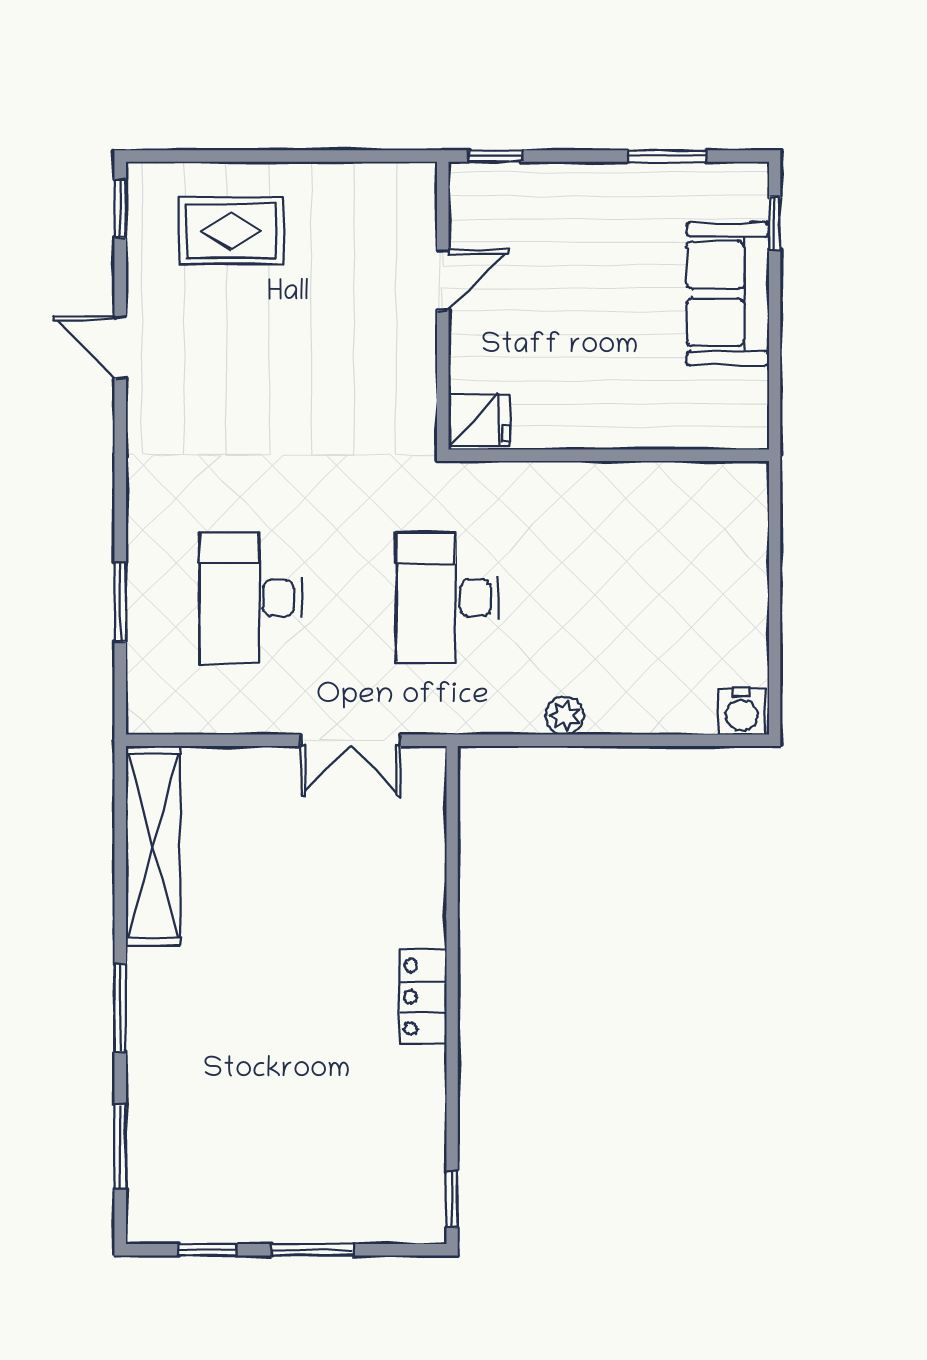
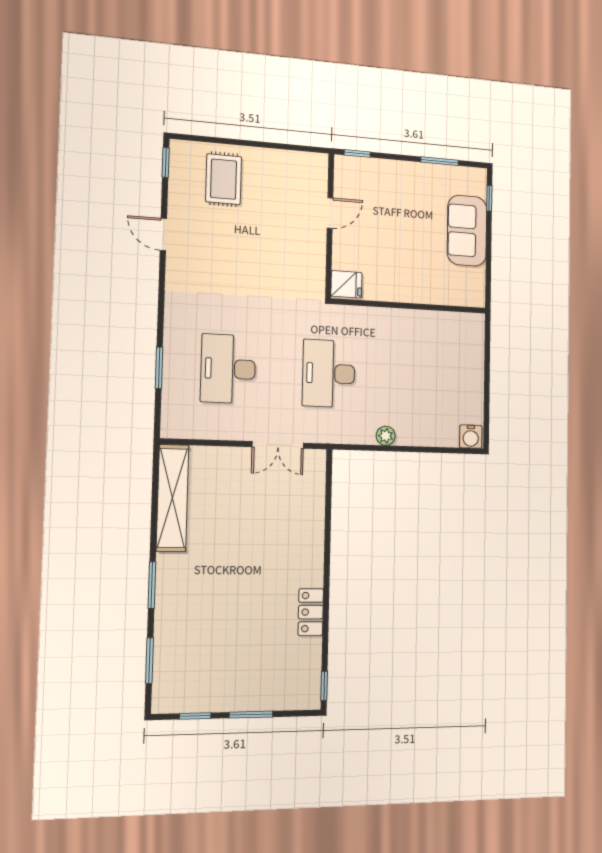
rug: (231, 231) -> (224, 179), turned 90
locker: (423, 997) -> (311, 612), moved

